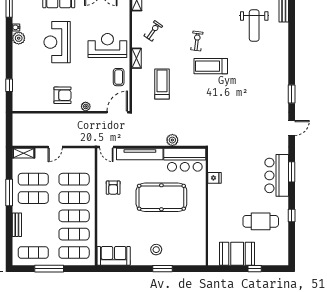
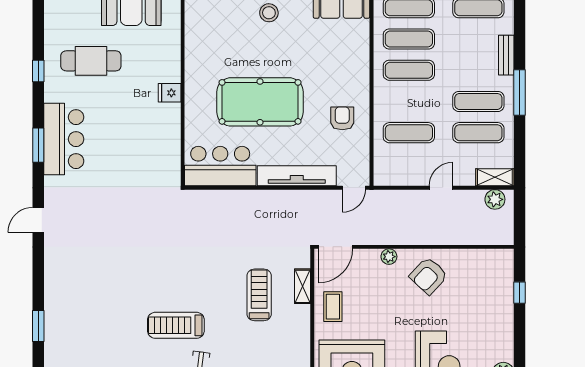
shelving: (136, 58) -> (303, 286), moved
treadmill: (211, 66) -> (176, 325), turned 180
treadmill: (162, 84) -> (259, 295), turned 180
window: (292, 94) -> (38, 326), moved
armchair: (62, 95) -> (429, 276), turned -47
plant: (172, 140) -> (495, 199), moved
door: (106, 147) -> (354, 188), swing flipped
fridge: (215, 178) -> (170, 93), moved
window: (9, 192) -> (520, 92), moved
exercise mat: (74, 198) -> (409, 101), removed

